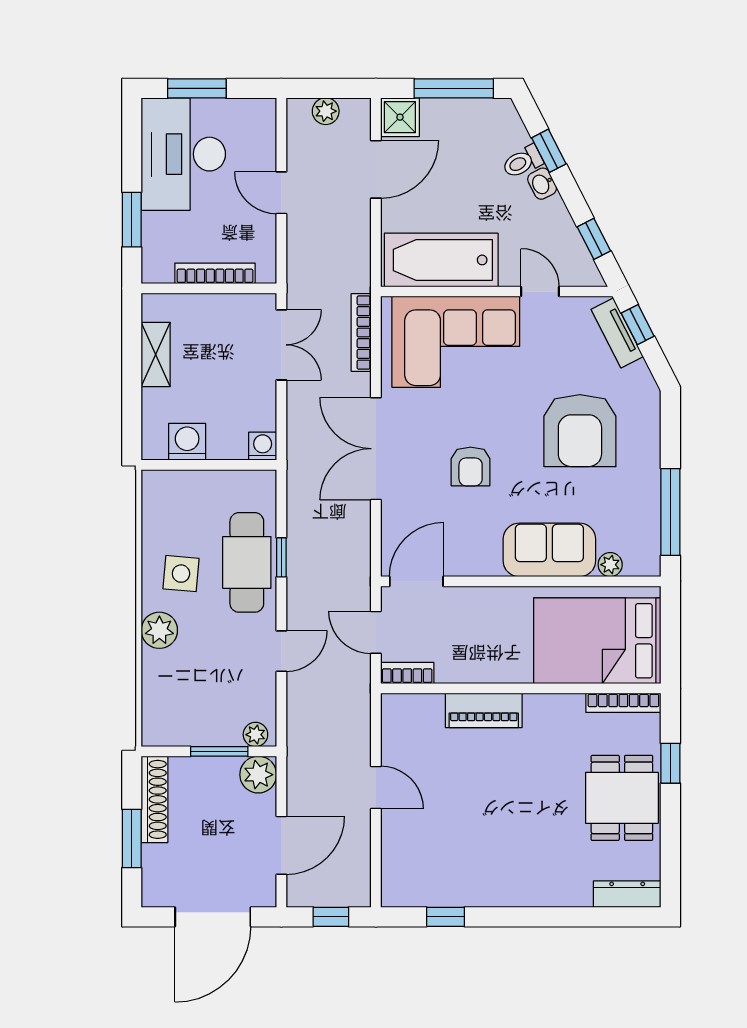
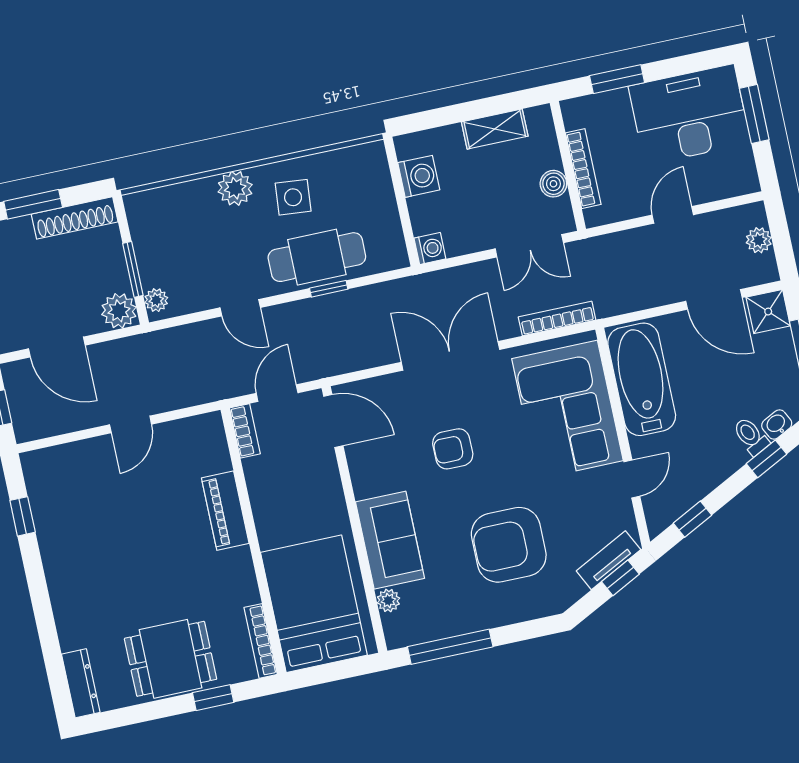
washbasin: (542, 184) -> (777, 424), moved
boiler: (224, 307) -> (553, 184), added

